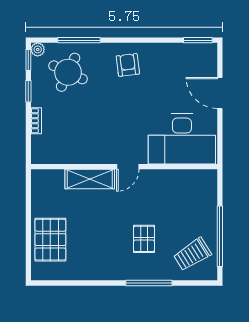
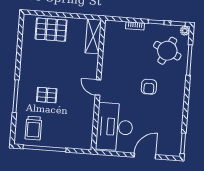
armchair: (128, 65) -> (149, 87), moved, turned 97
shelving: (90, 179) -> (93, 36), moved
trolley: (192, 254) -> (33, 128), turned -148

